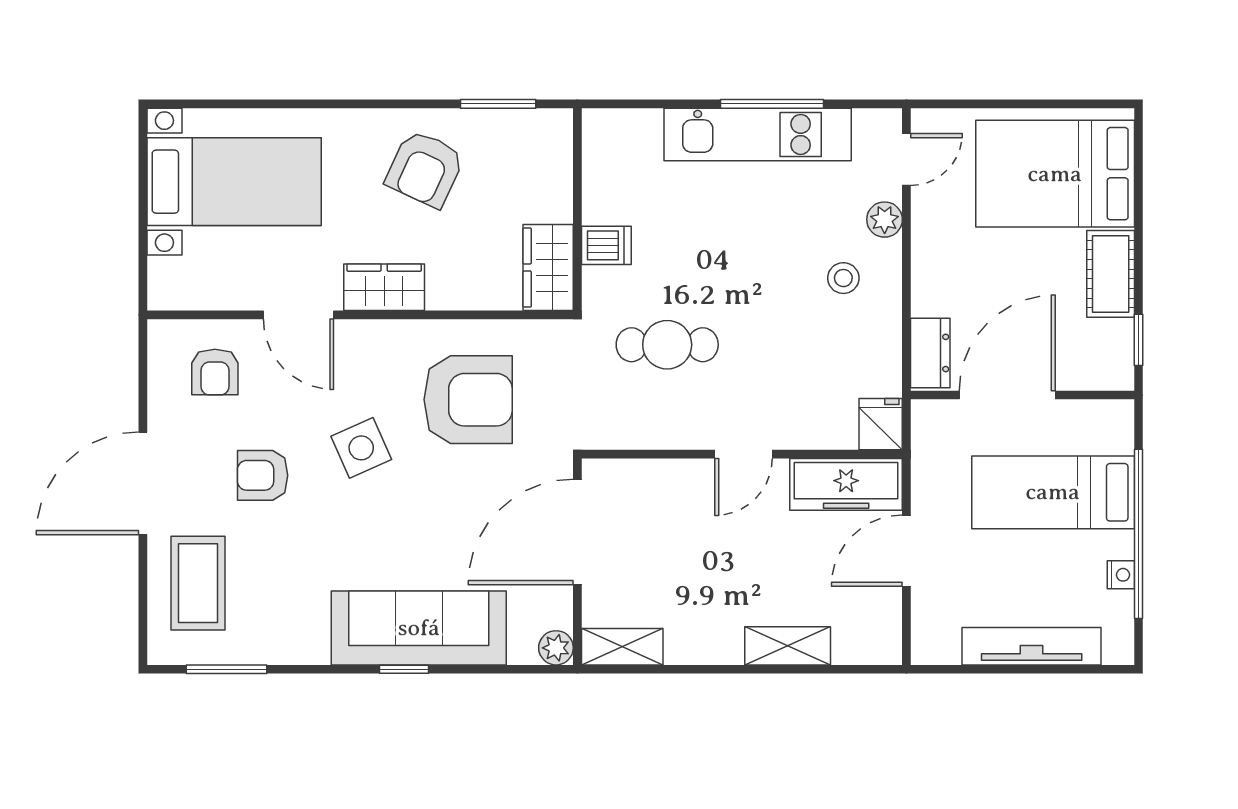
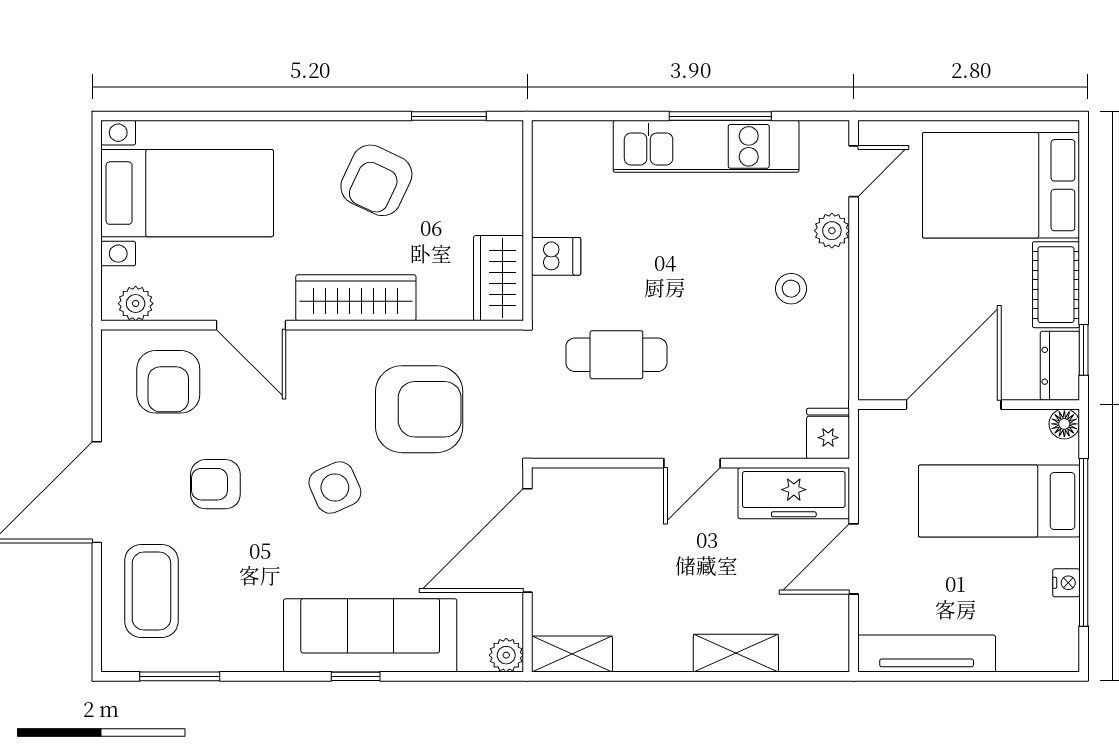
wardrobe: (384, 287) -> (356, 298), width x1.50
plant: (182, 293) -> (136, 304), added
dresser: (930, 353) -> (1060, 366), moved, turned 180
armchair: (215, 372) -> (168, 382), width x1.38, depth x1.38
floor lamp: (1119, 414) -> (1064, 424), added
side table: (361, 448) -> (335, 487), moved
tv unit: (1032, 646) -> (927, 654), moved

